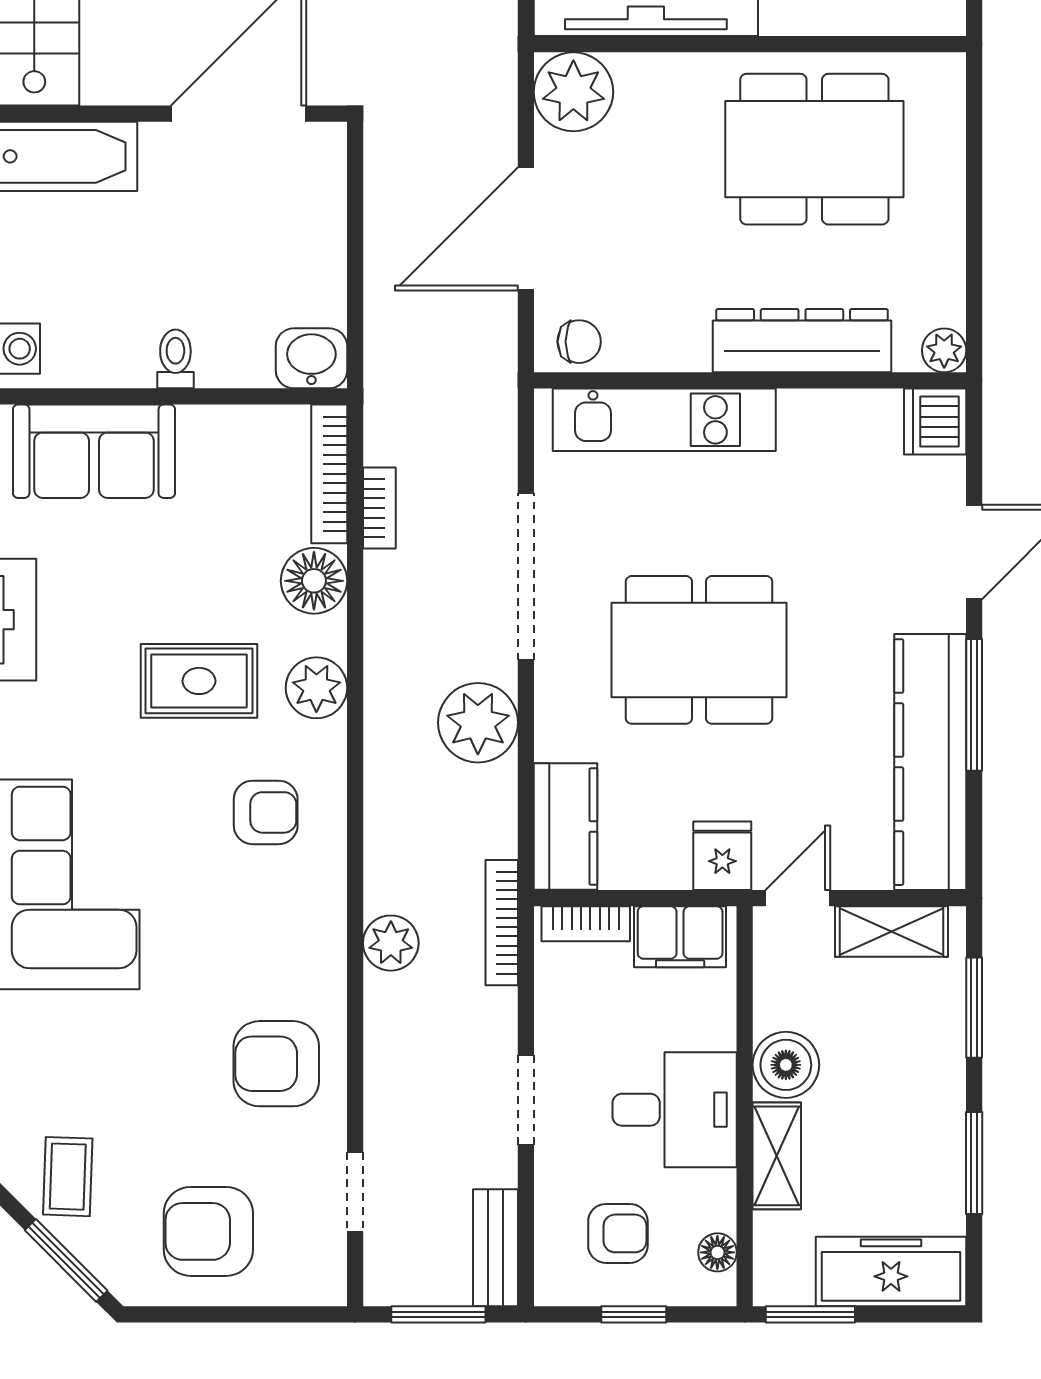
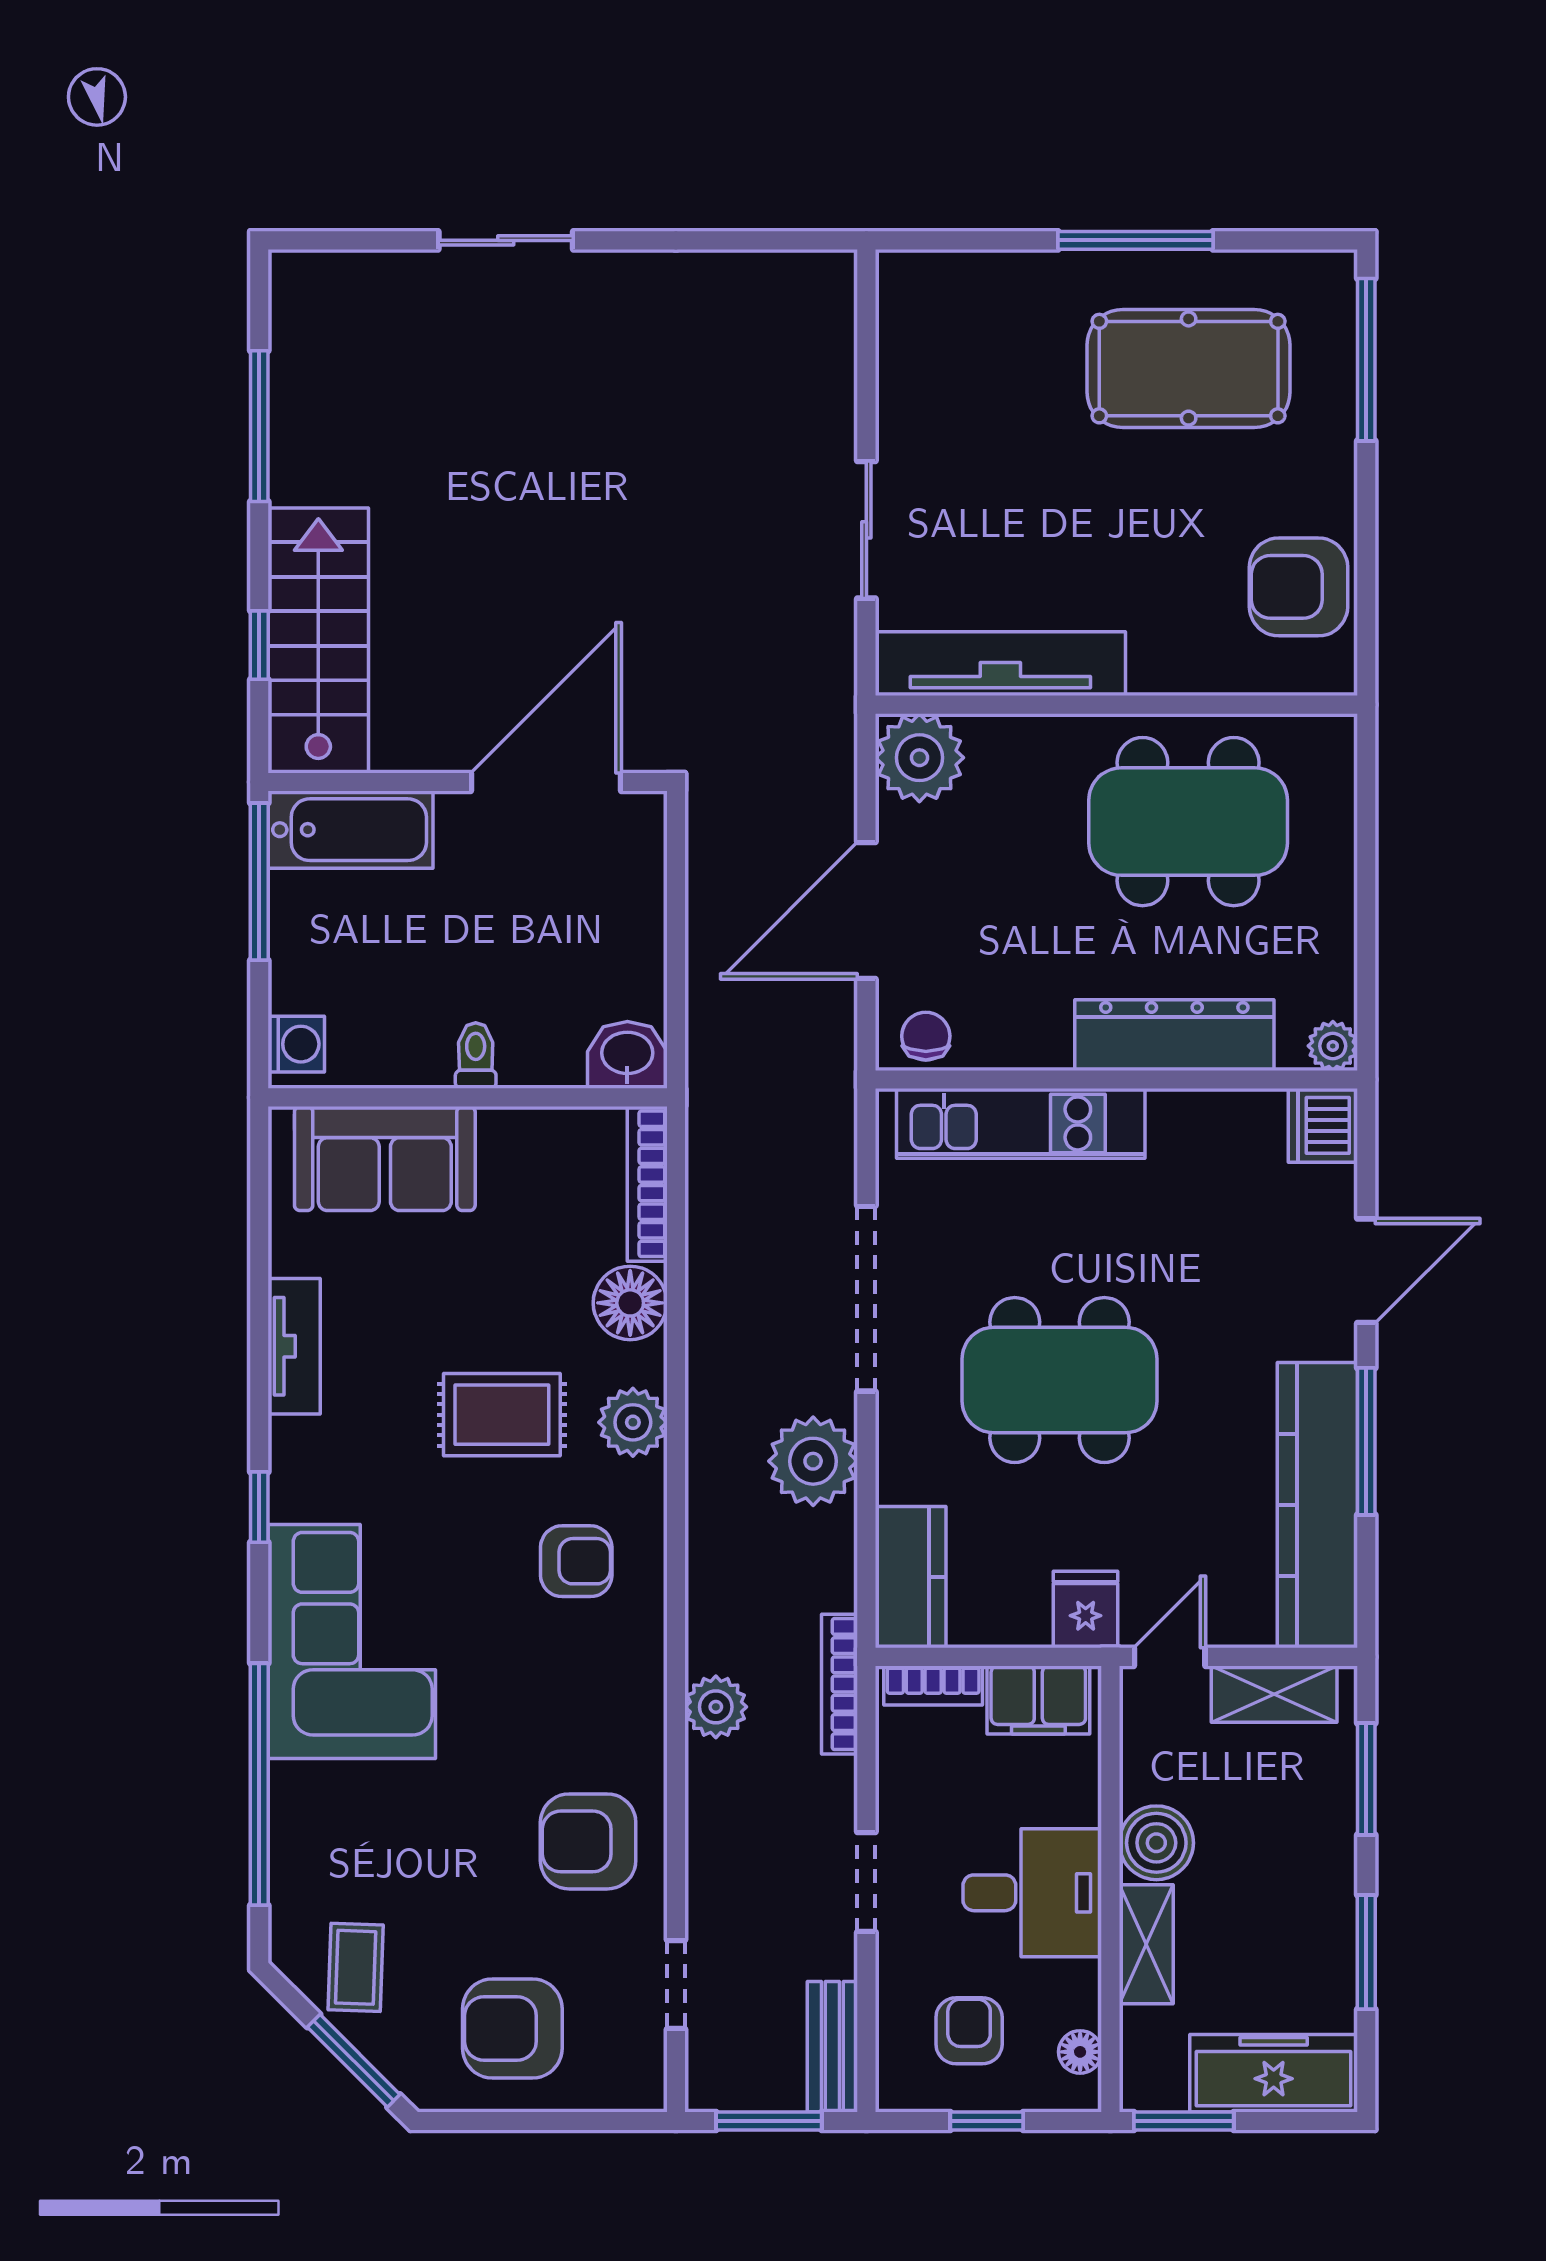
chair: (579, 342) -> (926, 1036), turned -90
bookcase: (379, 508) -> (703, 1222), removed
armchair: (618, 1233) -> (969, 2031), turned -90

